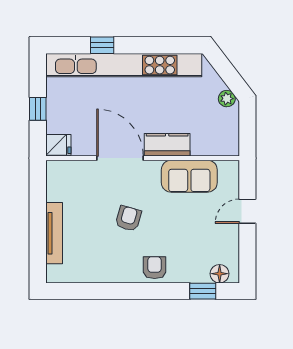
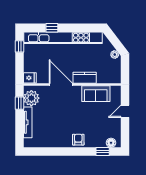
window: (38, 109) -> (20, 46), moved
plant: (61, 185) -> (31, 98), added
window: (38, 195) -> (20, 103), added
armchair: (128, 219) -> (65, 115), removed

